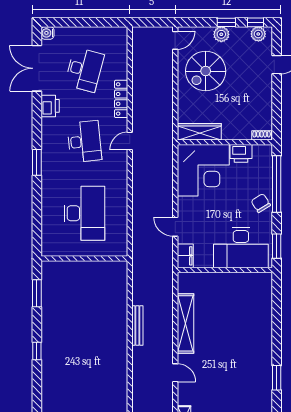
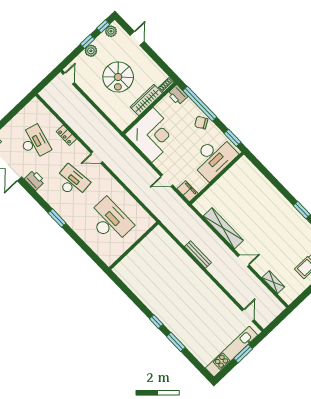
spiral stairs: (206, 71) -> (118, 77), moved
locker: (121, 99) -> (66, 135), width x0.66
wardrobe: (200, 132) -> (146, 100), moved
door: (130, 141) -> (97, 157), hinge flipped
printer: (241, 153) -> (177, 95), moved, turned 90
window: (37, 293) -> (176, 342), moved

